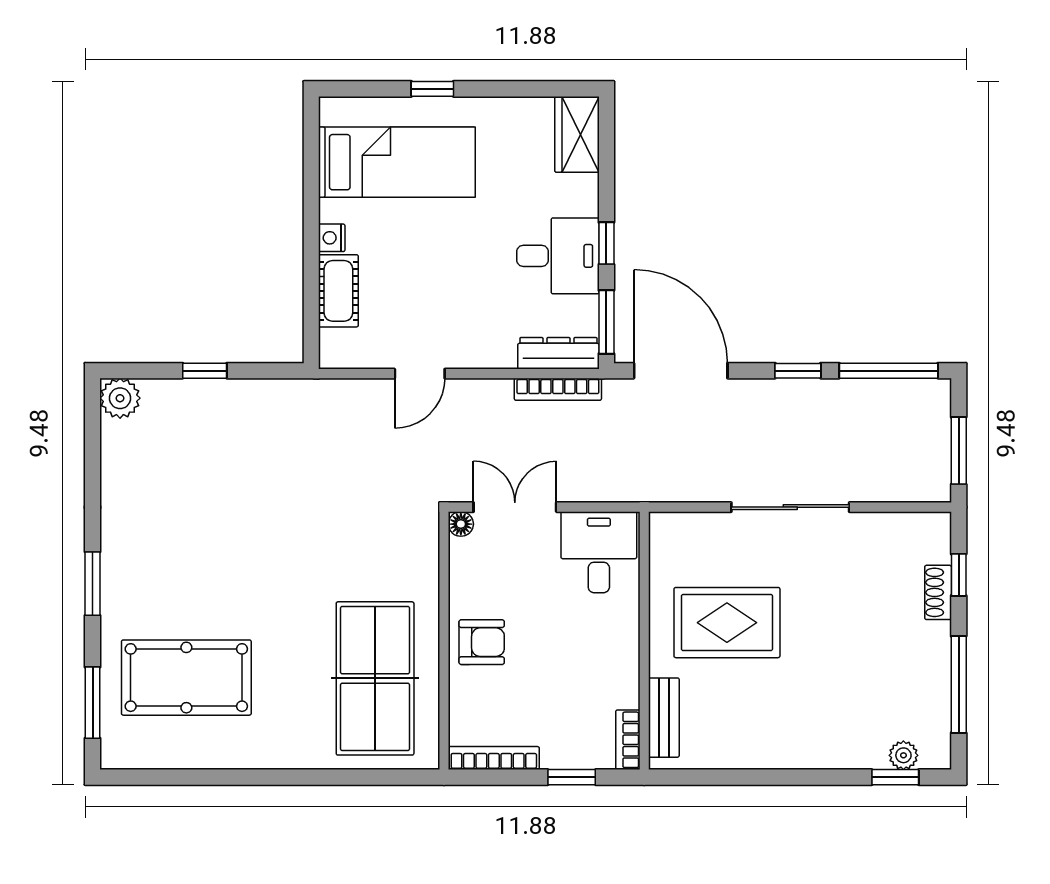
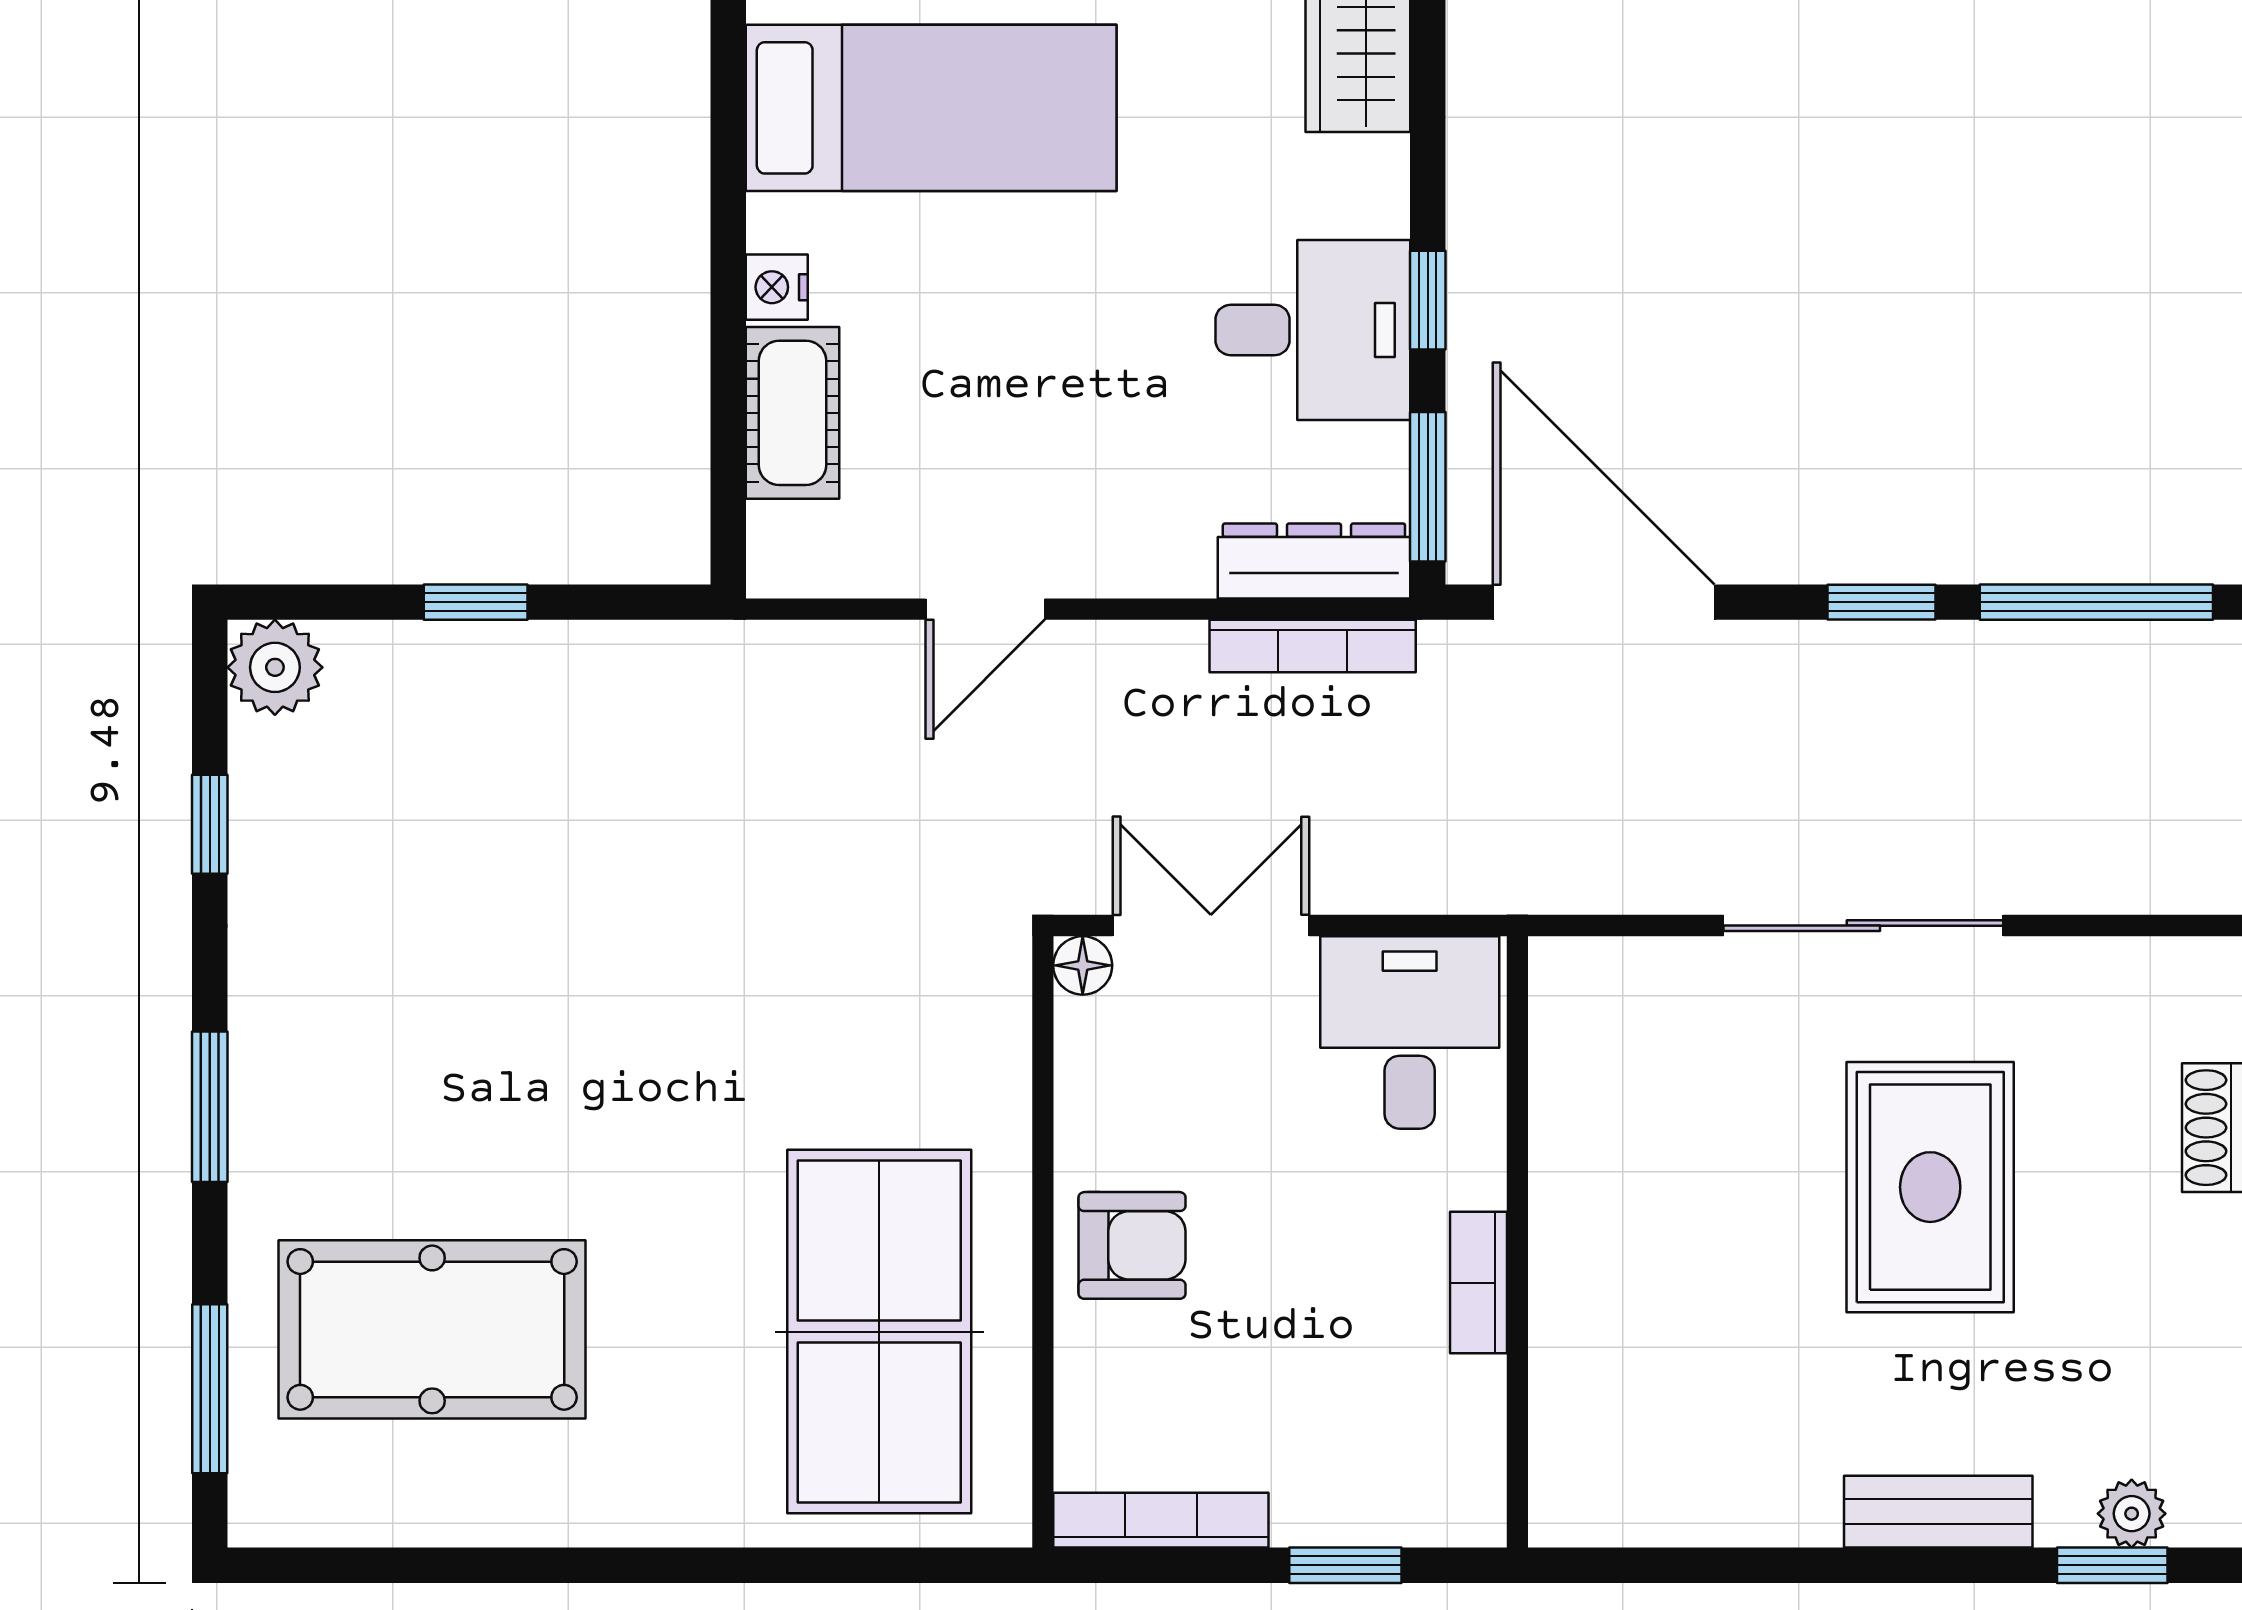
window: (93, 464) -> (210, 824), added
rug: (727, 623) -> (1930, 1187), moved, turned 90
bench: (664, 718) -> (1938, 1512), moved, turned 90
bookcase: (628, 740) -> (1478, 1283), moved

